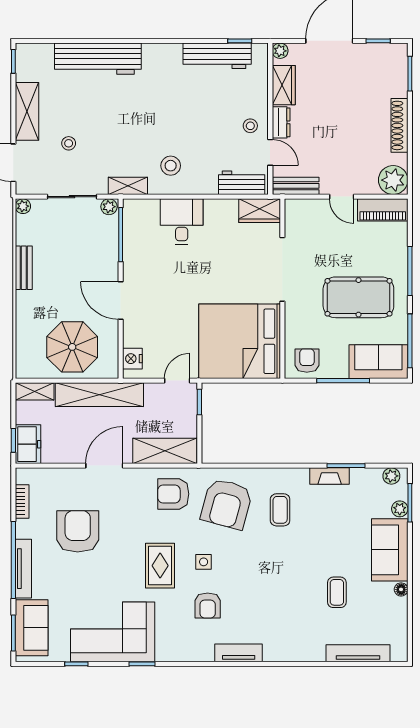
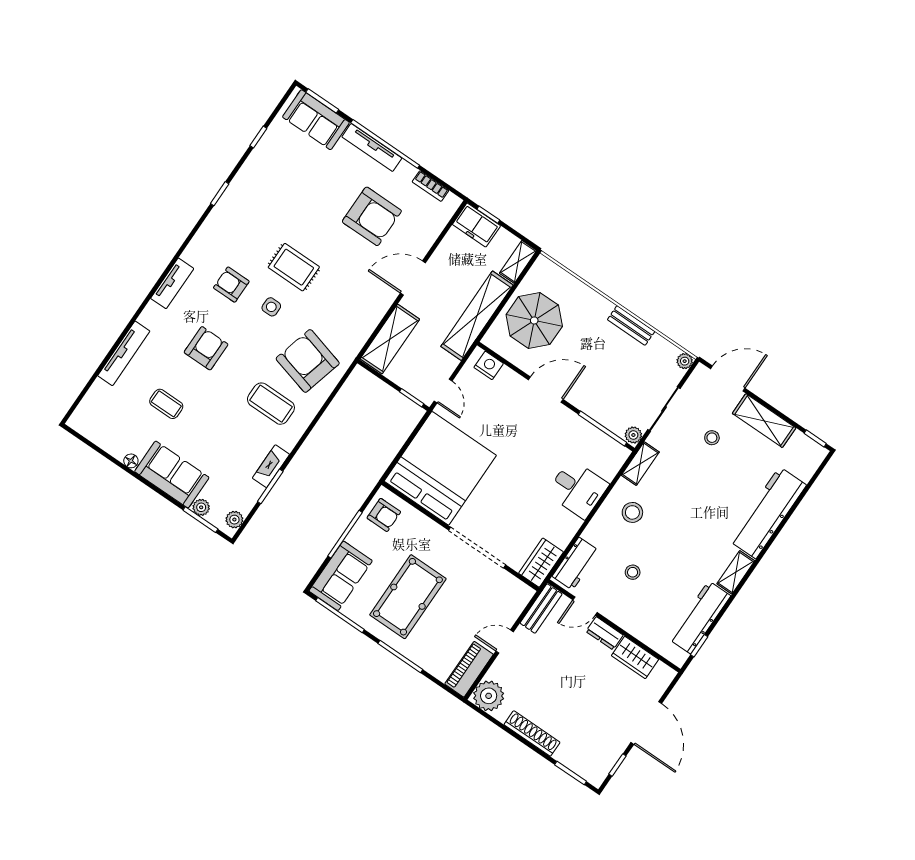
plant: (280, 51) -> (667, 675), removed
shelving: (162, 52) -> (736, 572), added
stool: (250, 126) -> (633, 572), moved
door: (104, 466) -> (413, 278), swing flipped
armchair: (173, 494) -> (206, 348), moved
coffee table: (280, 510) -> (271, 404), width x1.36, depth x1.30
corner sofa: (113, 632) -> (265, 187), removed
tv unit: (358, 653) -> (124, 353), moved

